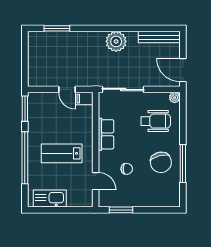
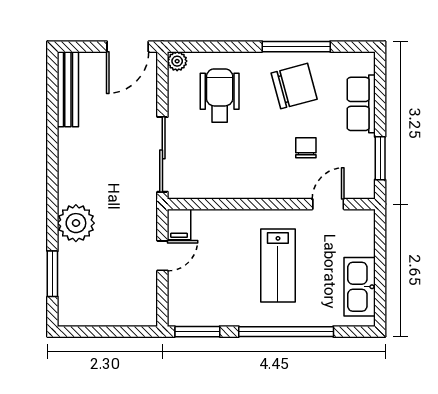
plant: (116, 41) -> (76, 223), moved
row of seats: (106, 134) -> (361, 104), moved, turned -90

